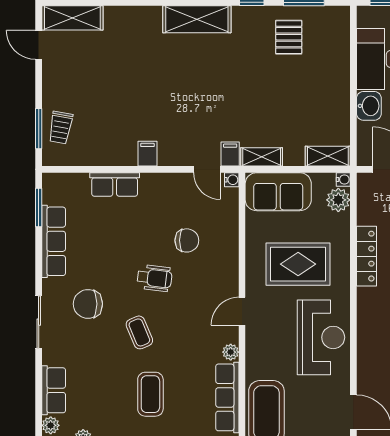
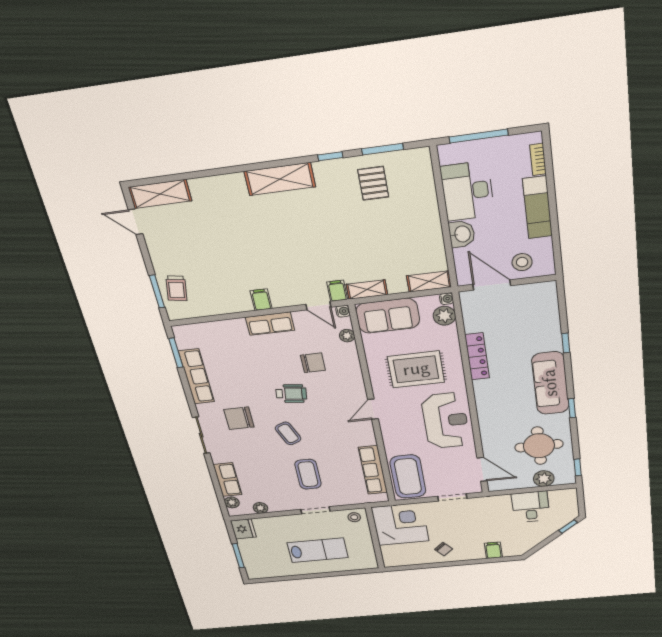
row of seats: (115, 184) -> (270, 324), moved
plant: (231, 352) -> (347, 336), moved

